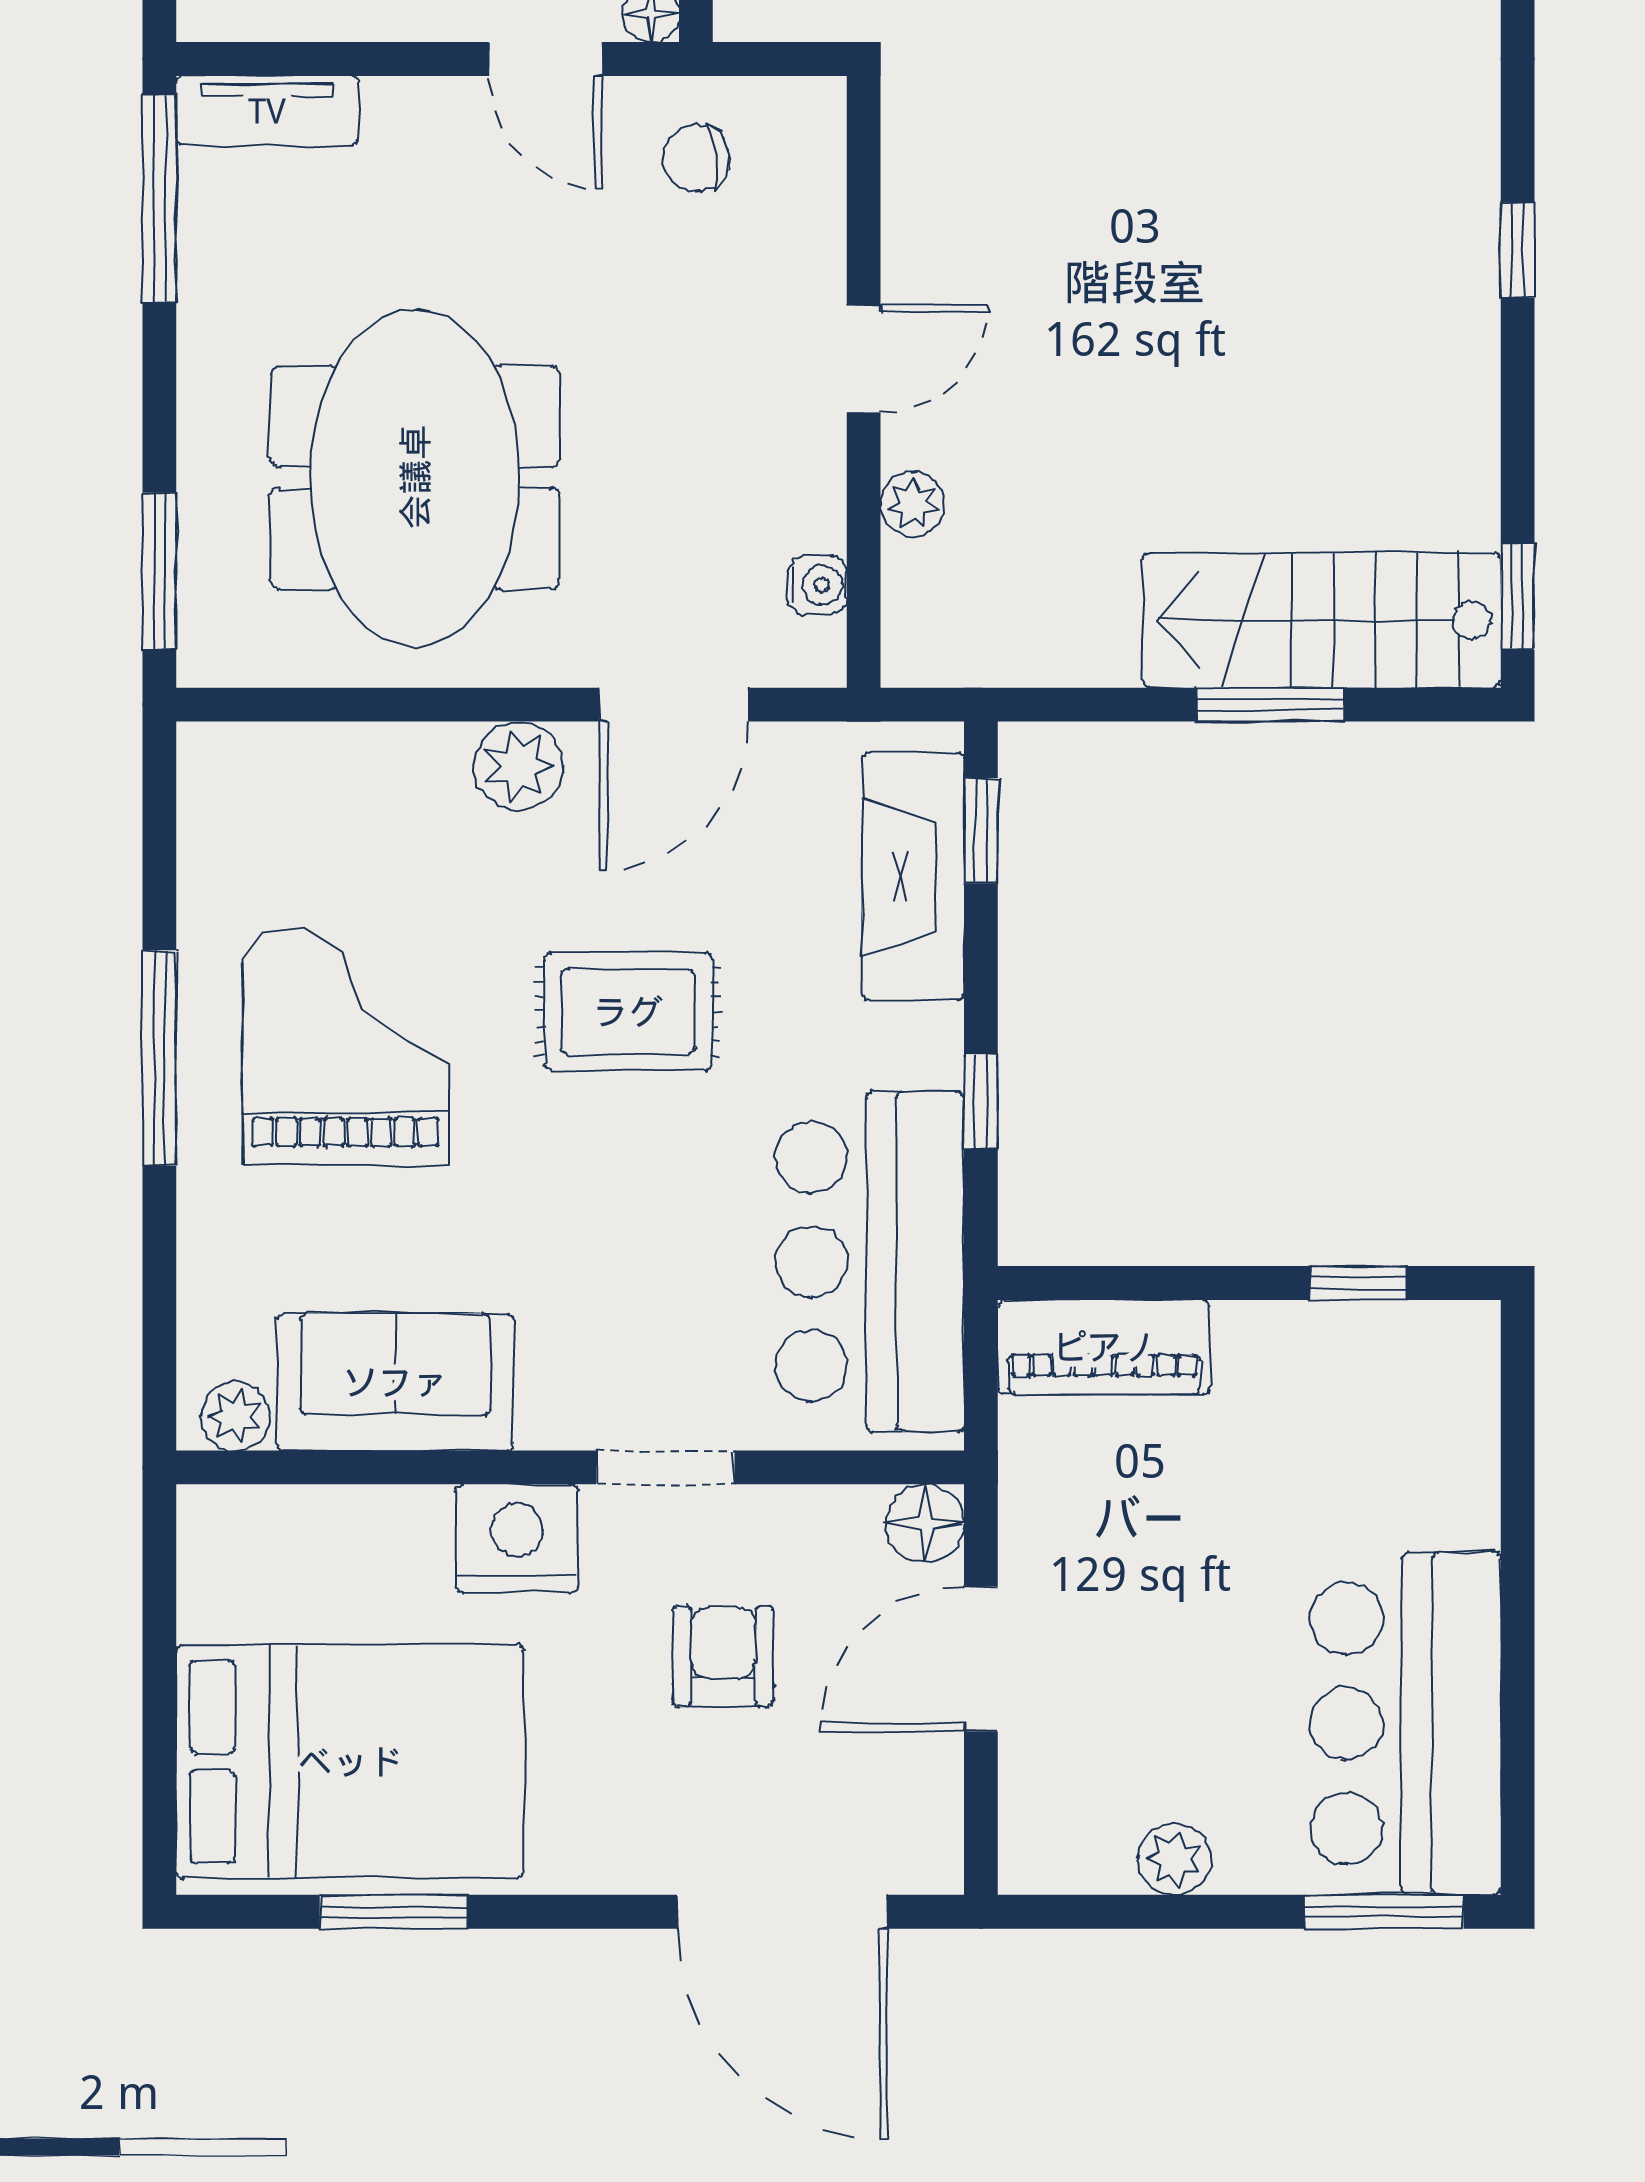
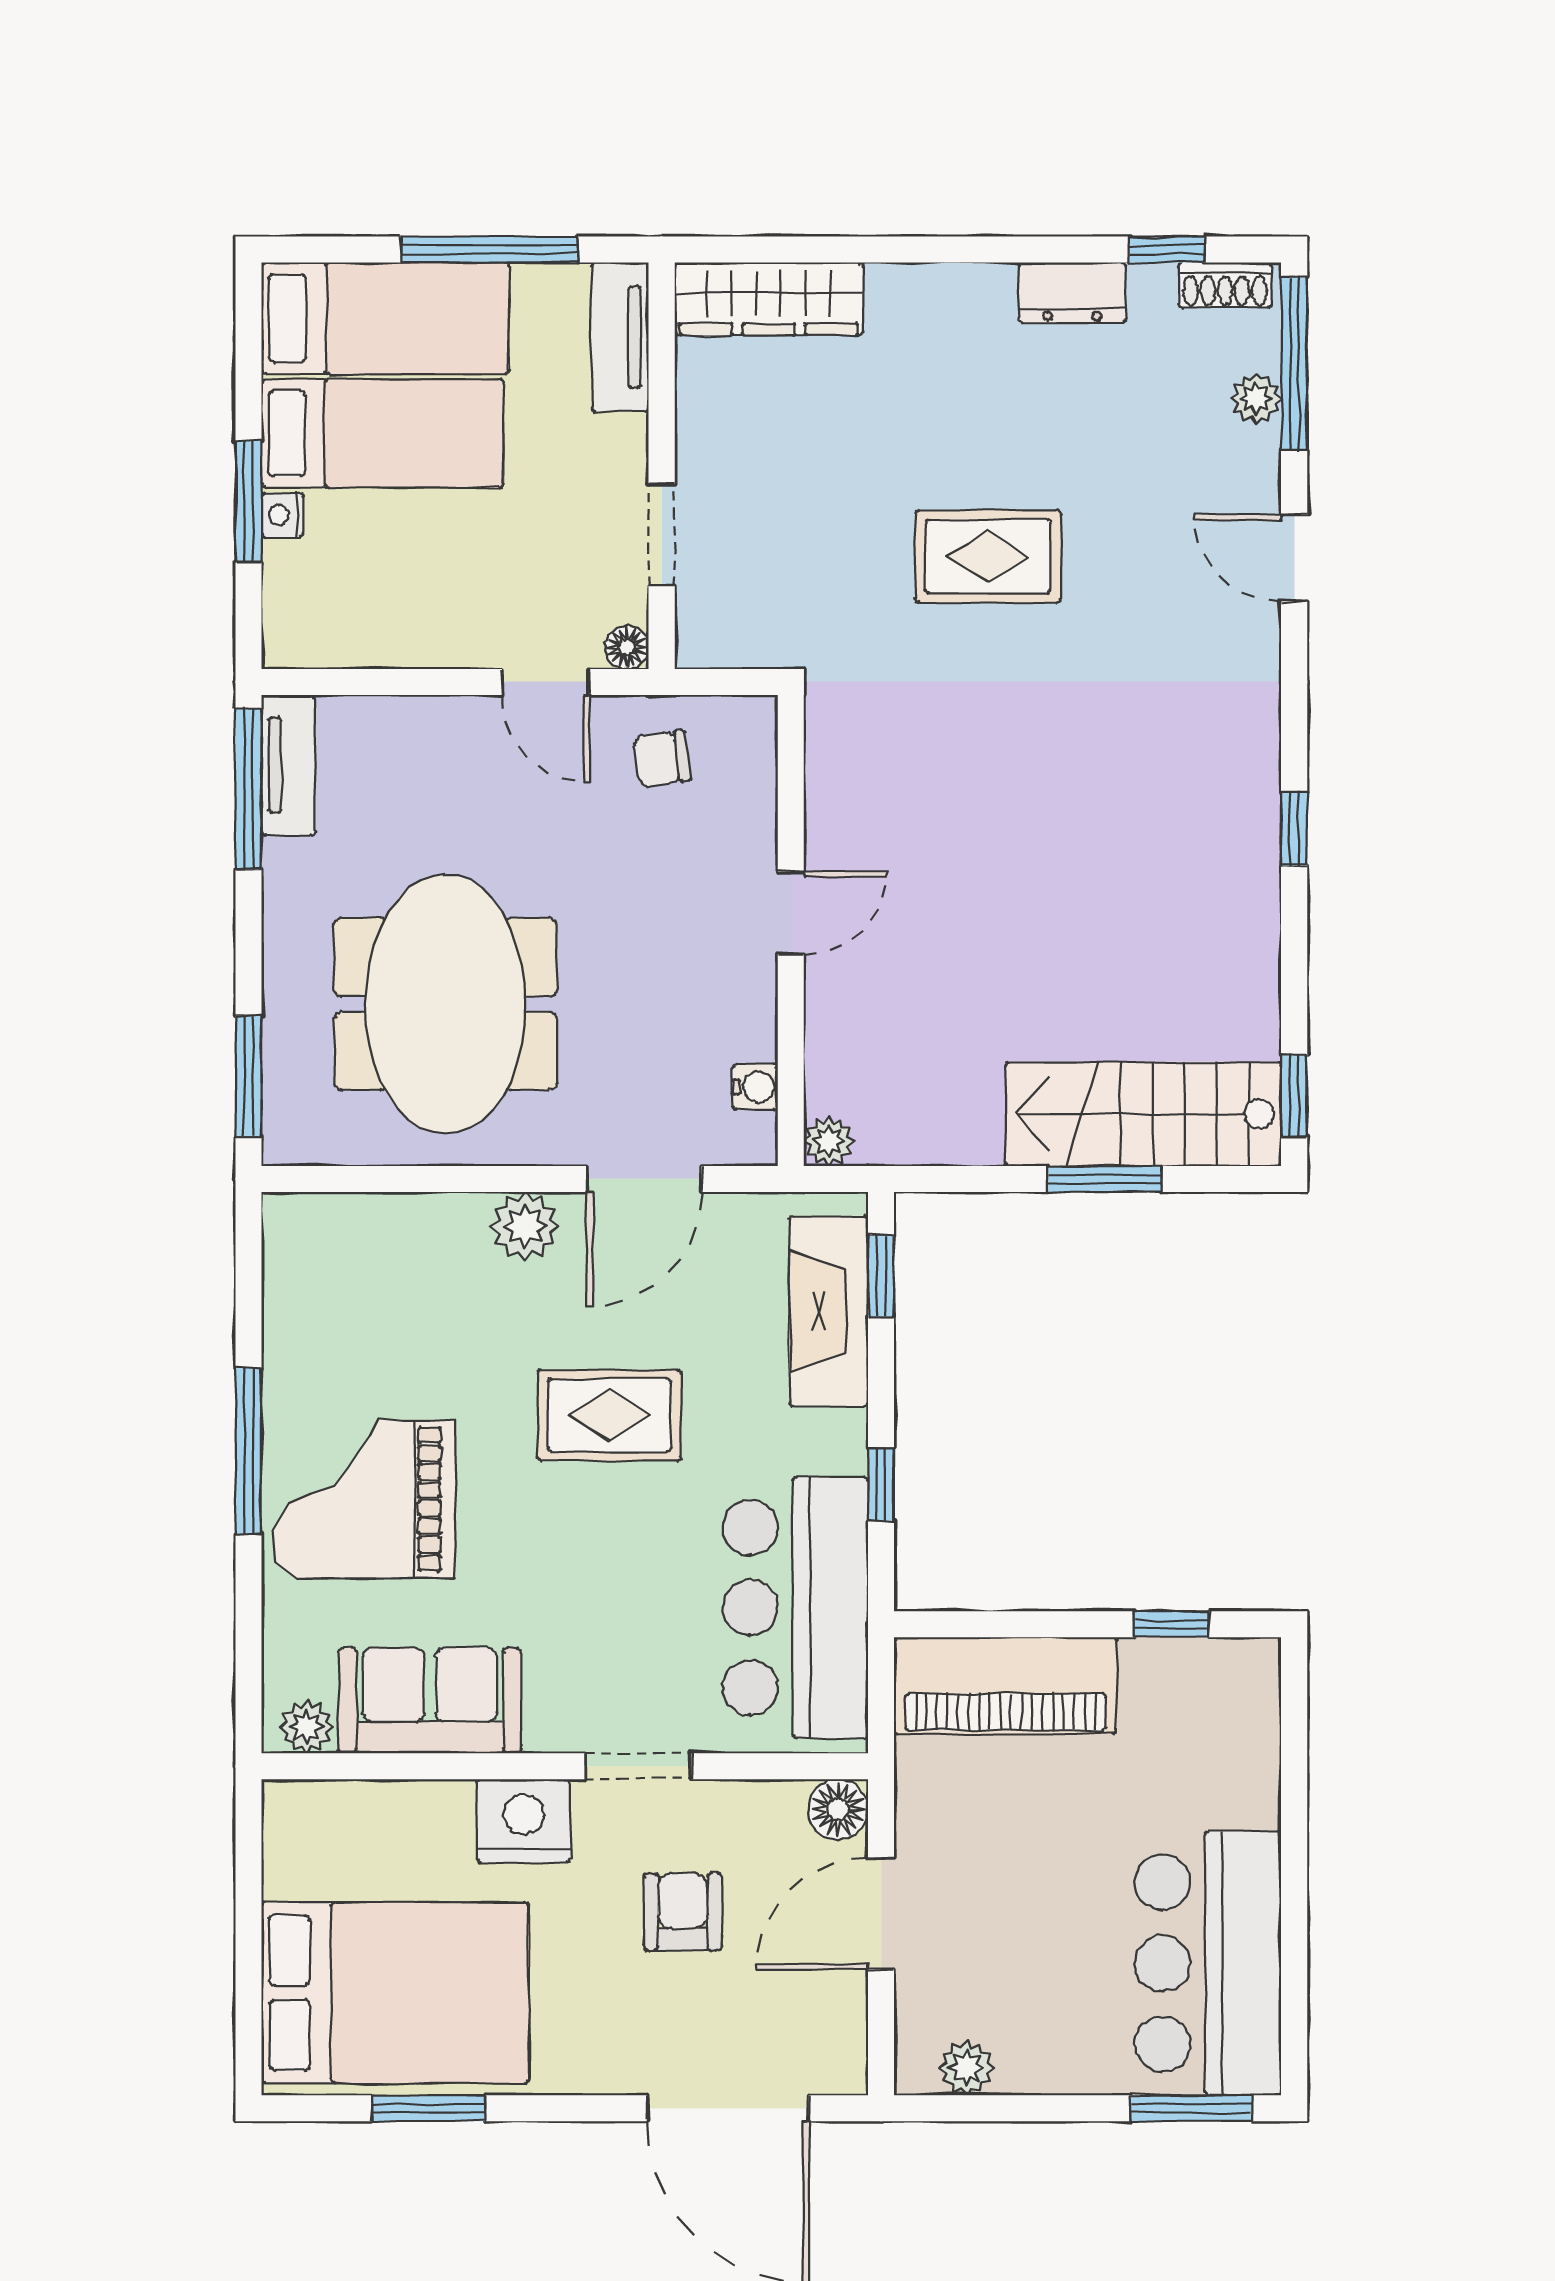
tv unit: (267, 111) -> (288, 765), moved, turned -90
plant: (913, 504) -> (829, 1141), moved
grand piano: (346, 1047) -> (364, 1499), moved, turned -90
piano: (1104, 1347) -> (1006, 1686), width x1.37, depth x1.33
plant: (1174, 1859) -> (967, 2068), moved

